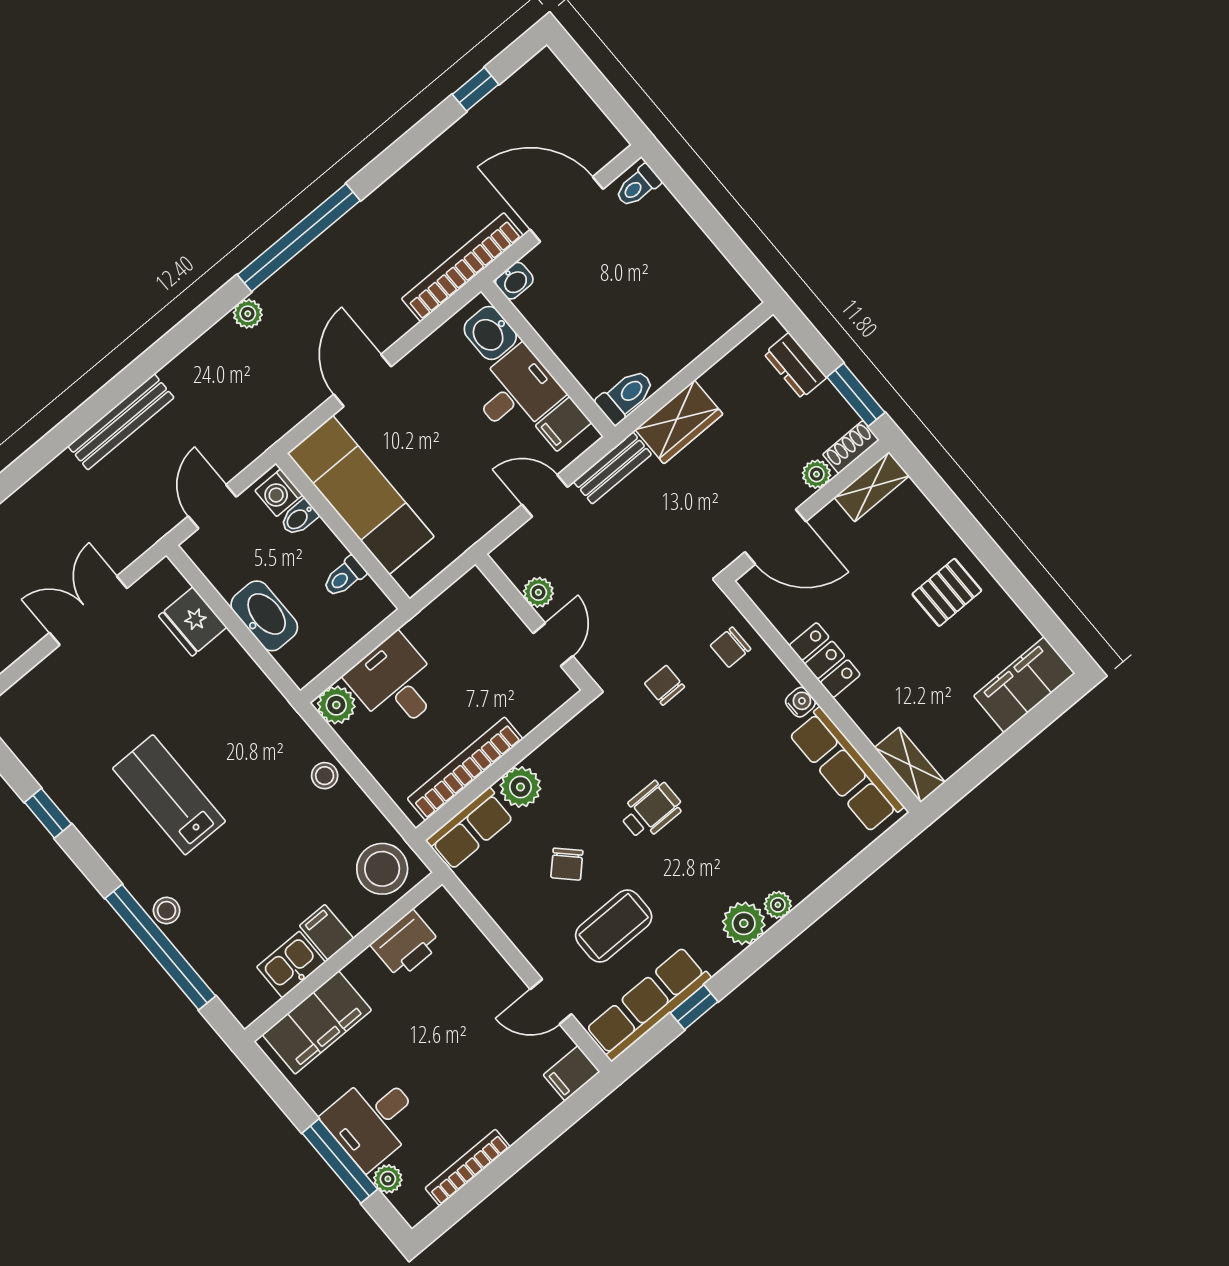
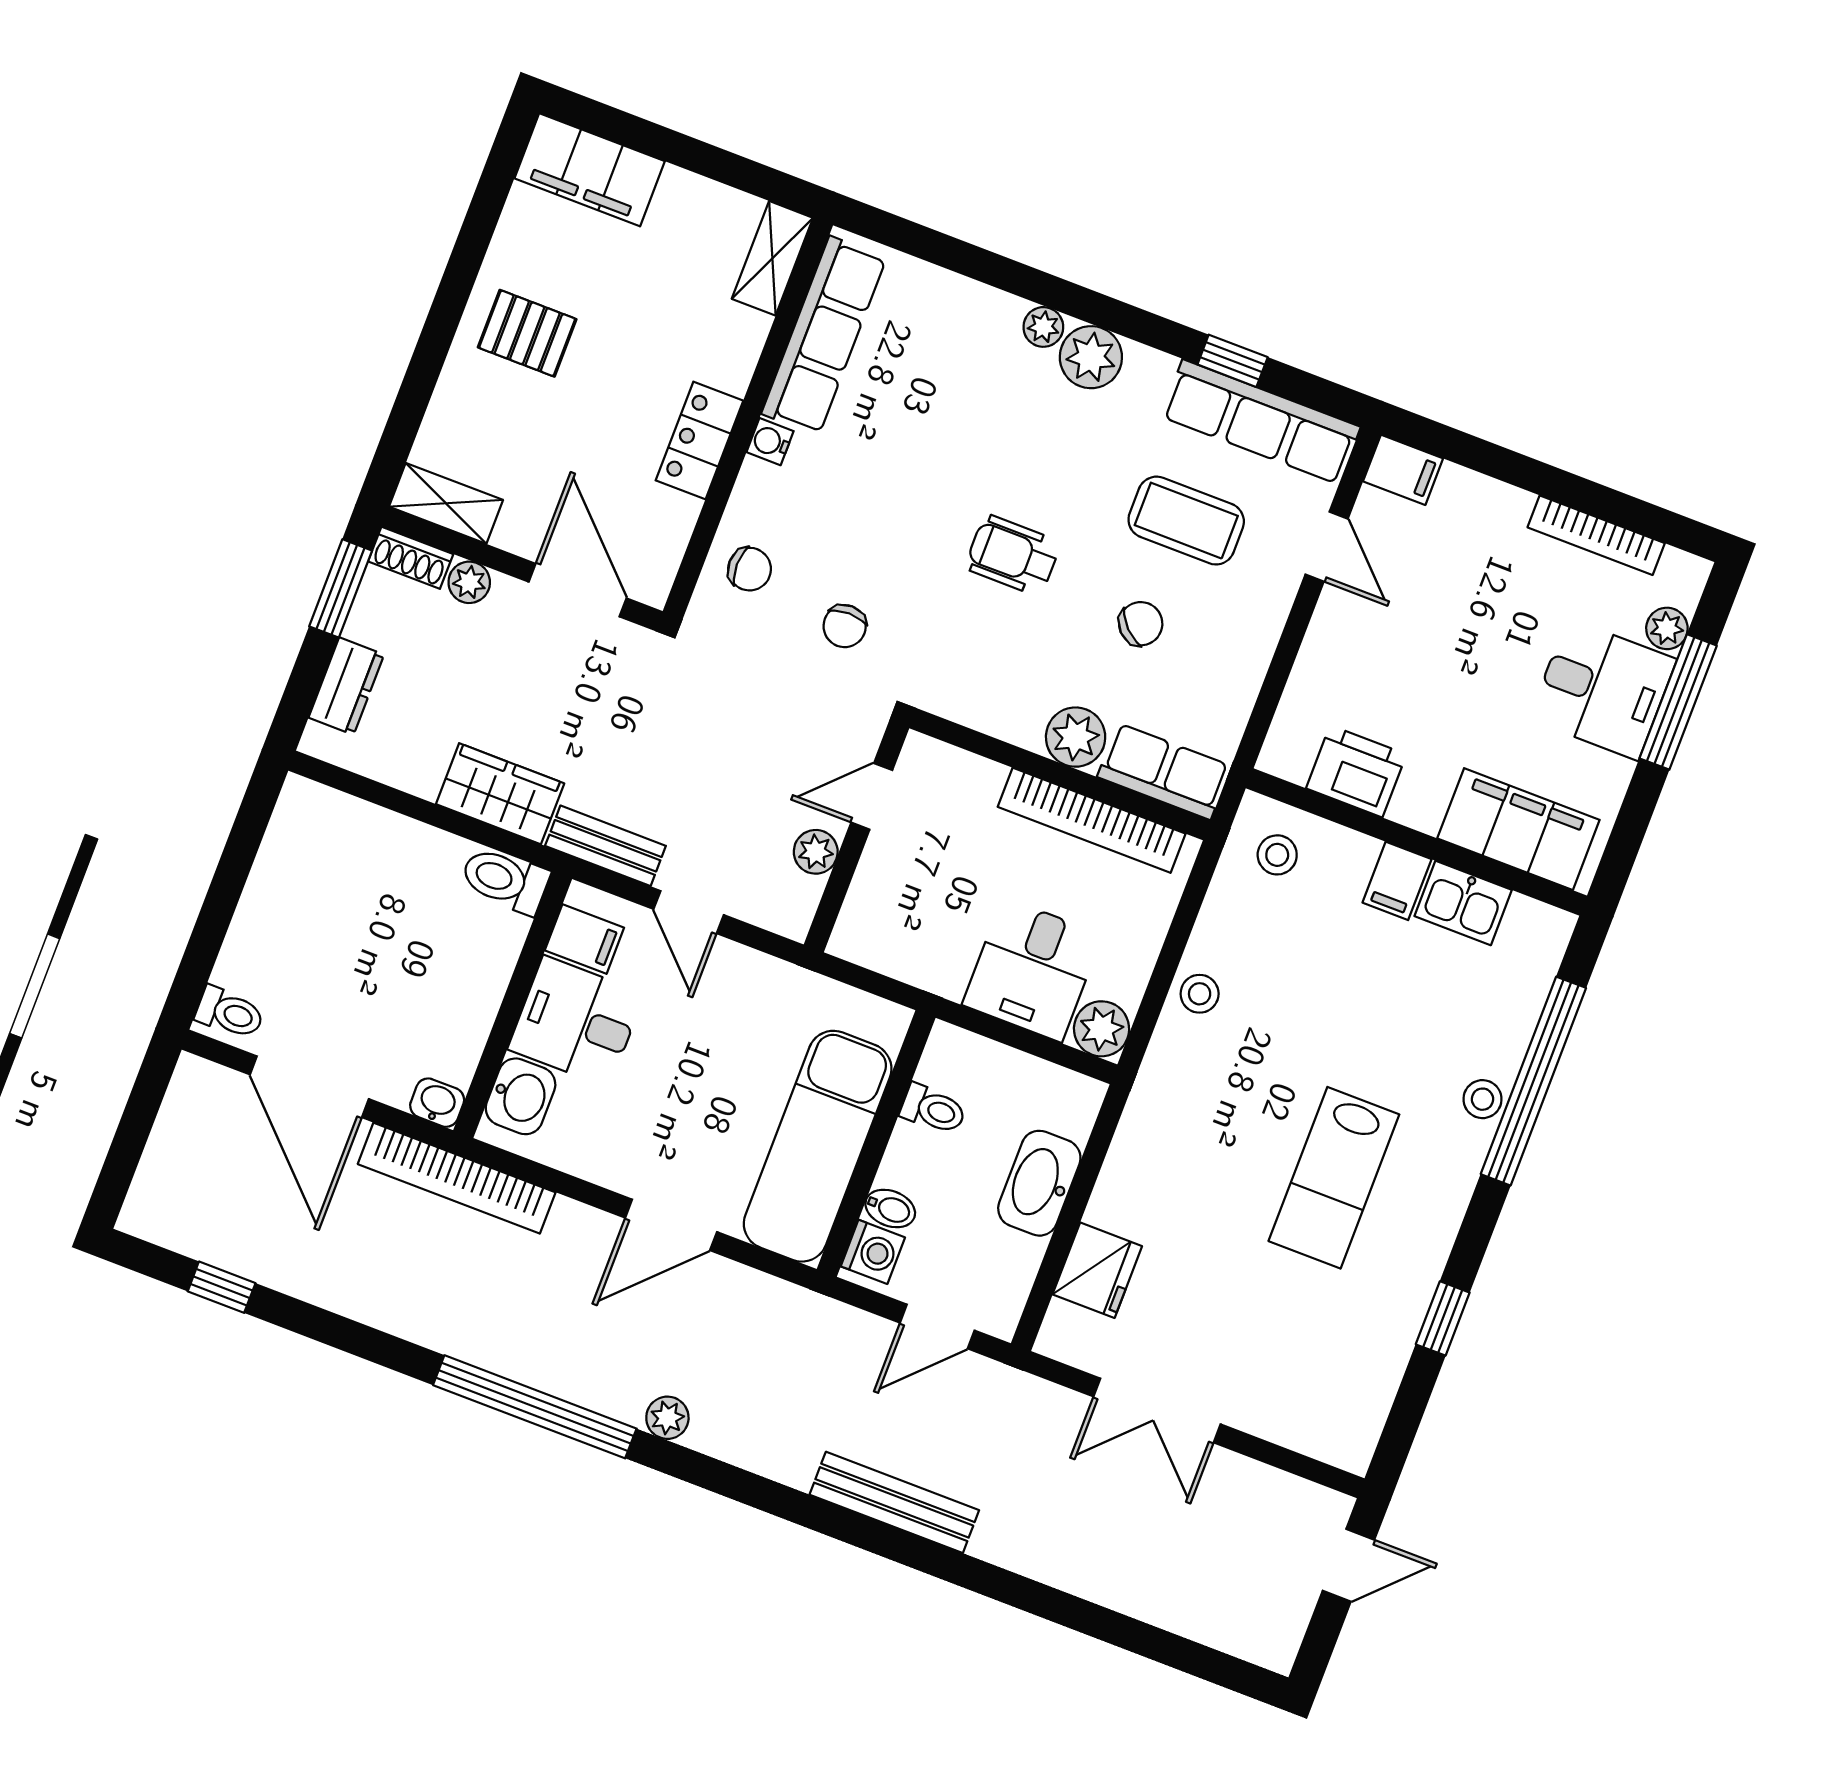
stool: (382, 869) -> (1277, 855), width x0.53, depth x0.53

